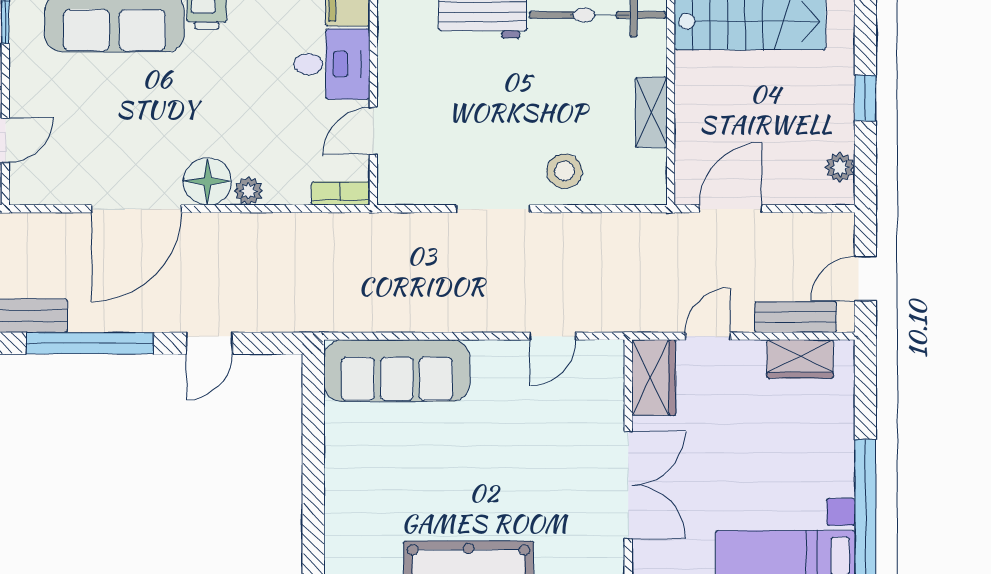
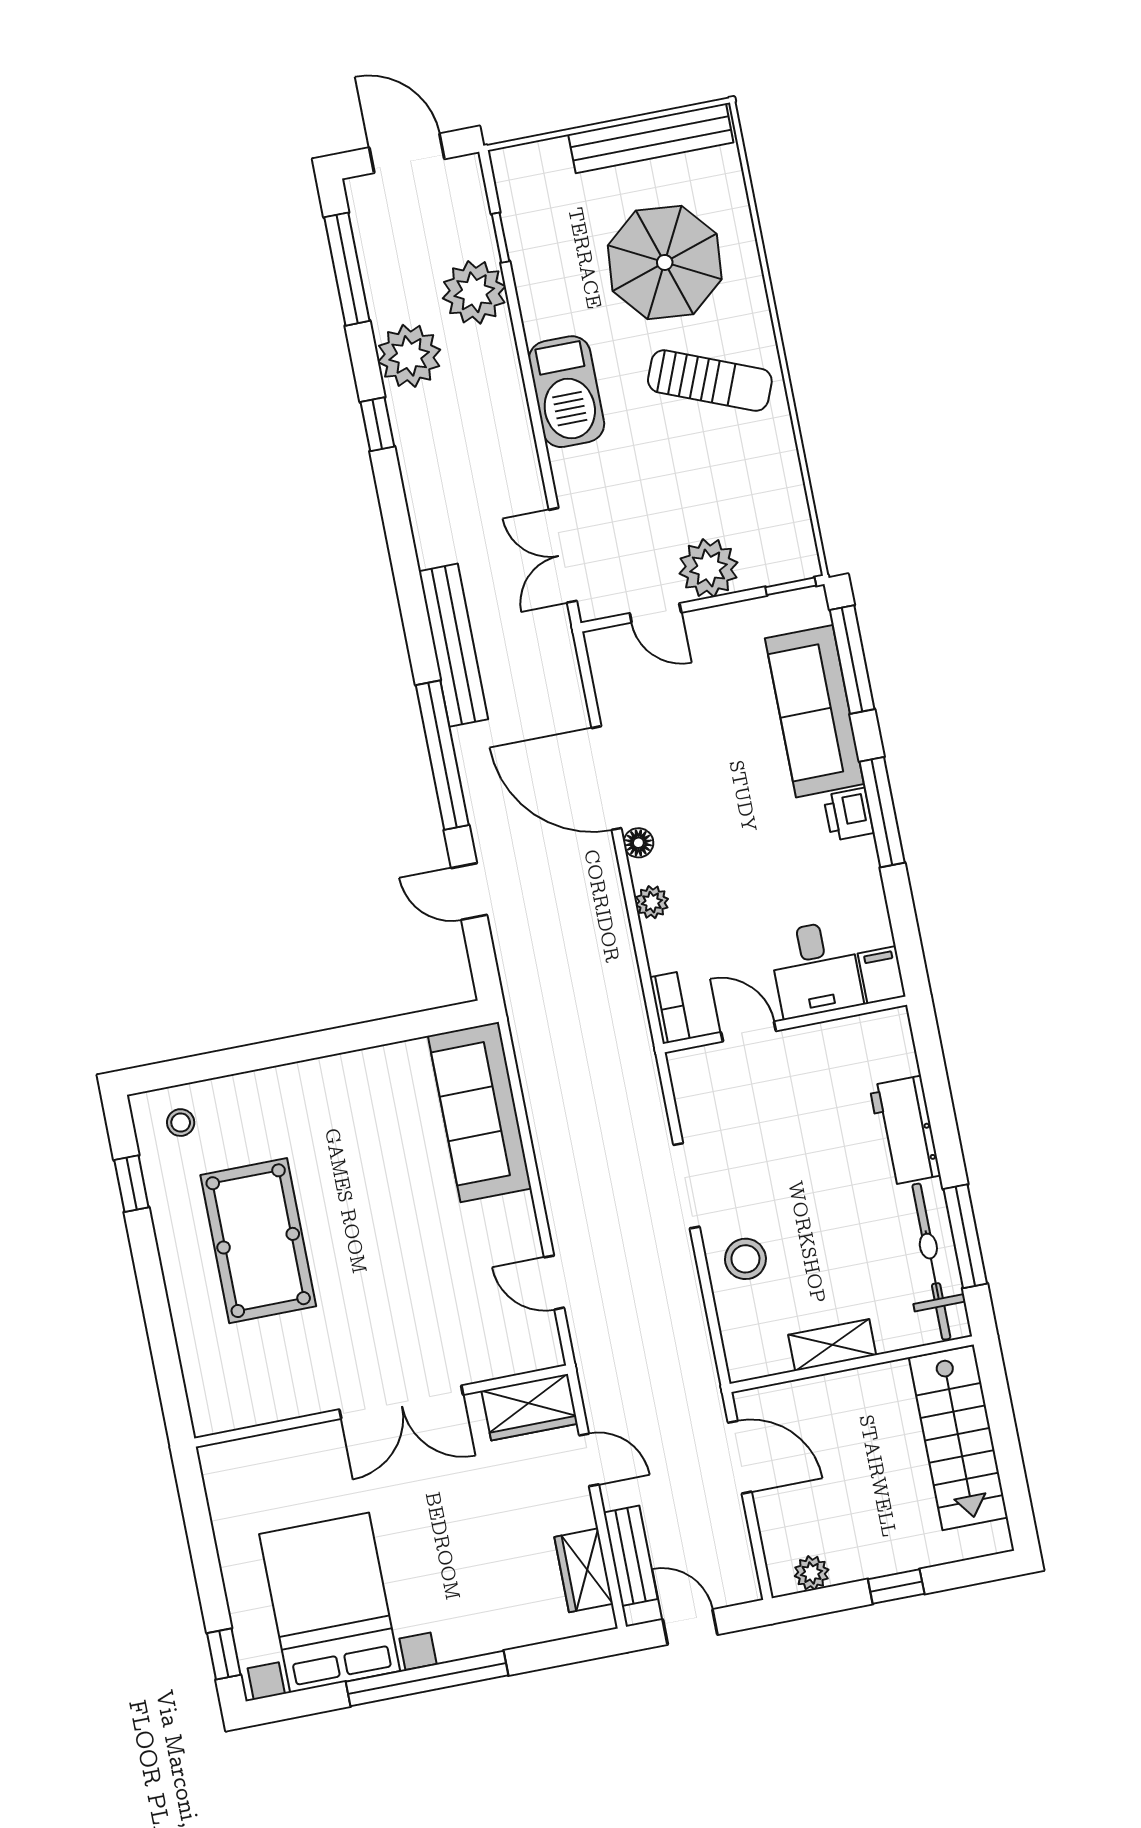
floor lamp: (207, 181) -> (638, 843), width x0.53, depth x0.53

